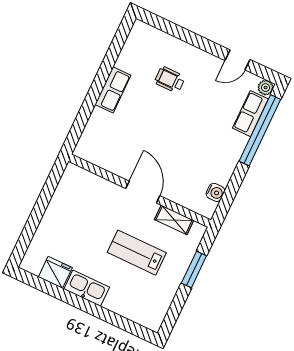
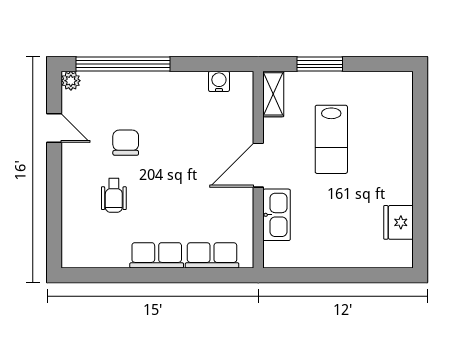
chair: (203, 106) -> (126, 143), added
row of seats: (250, 114) -> (212, 255), moved, turned 180
shelving: (174, 220) -> (273, 94), moved
kitchen sink: (87, 288) -> (277, 215), moved, turned 180

